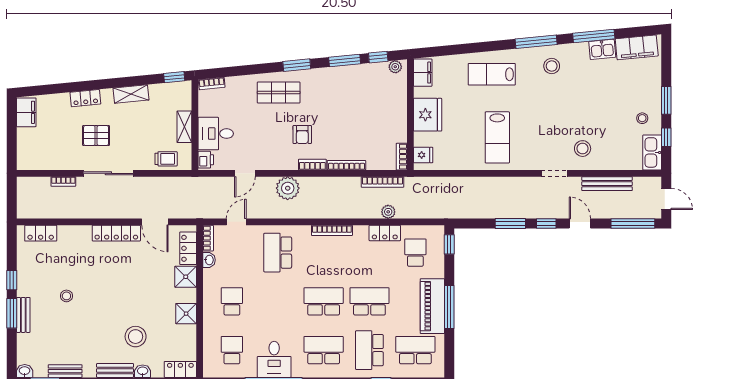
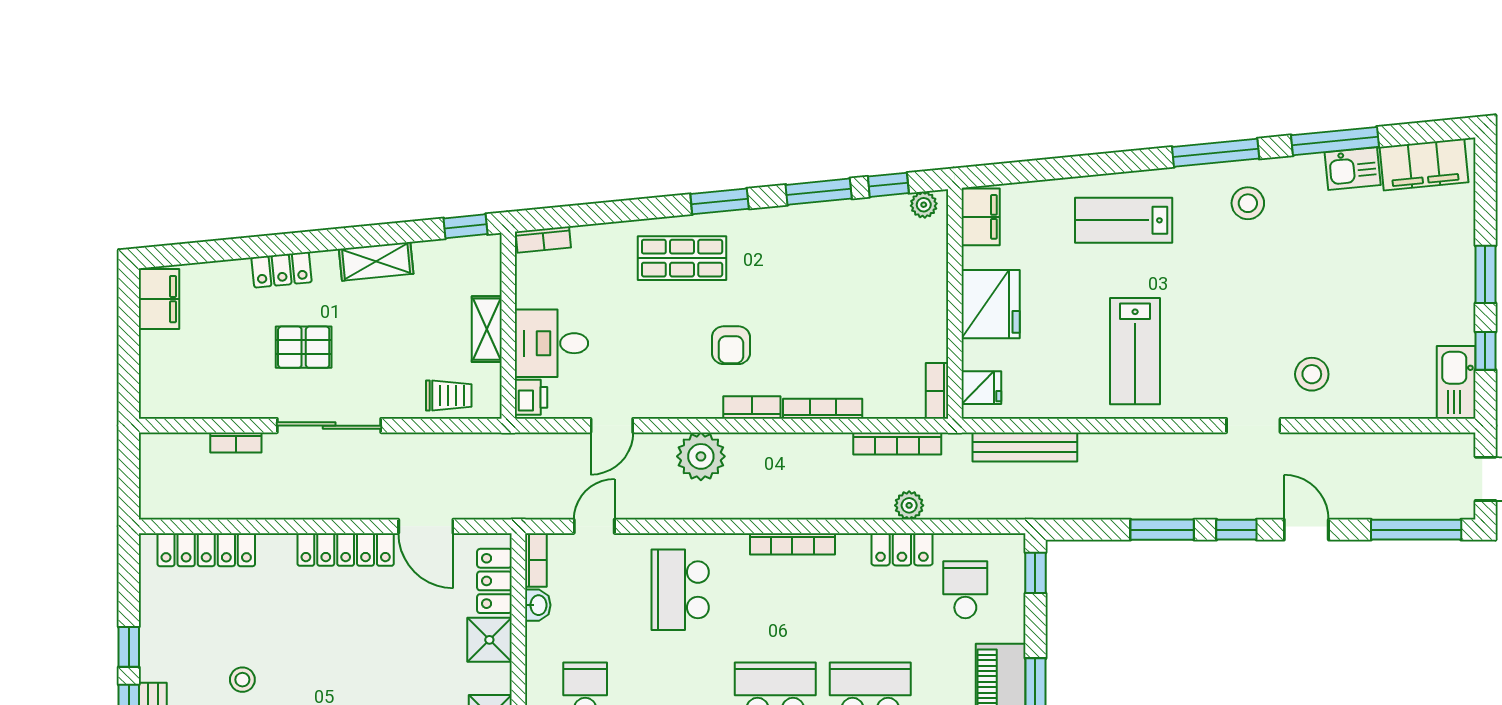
stool: (642, 118) -> (1435, 311), removed
bench: (607, 184) -> (1025, 447), moved
locker: (41, 233) -> (206, 550), width x1.53

